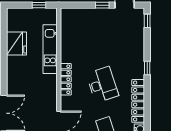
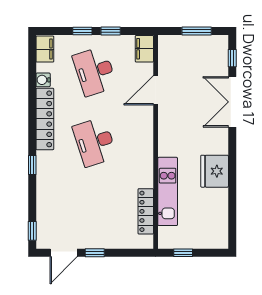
fridge: (16, 43) -> (215, 171), moved
locker: (66, 79) -> (146, 211), moved

